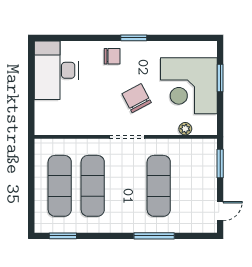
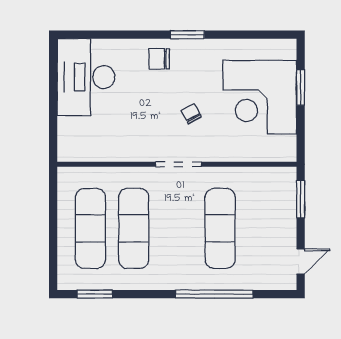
chair: (112, 56) -> (159, 59), turned 180
chair: (137, 98) -> (191, 114), width x0.54, depth x0.54
plant: (185, 129) -> (255, 154), removed
window: (154, 236) -> (214, 294), width x1.46

